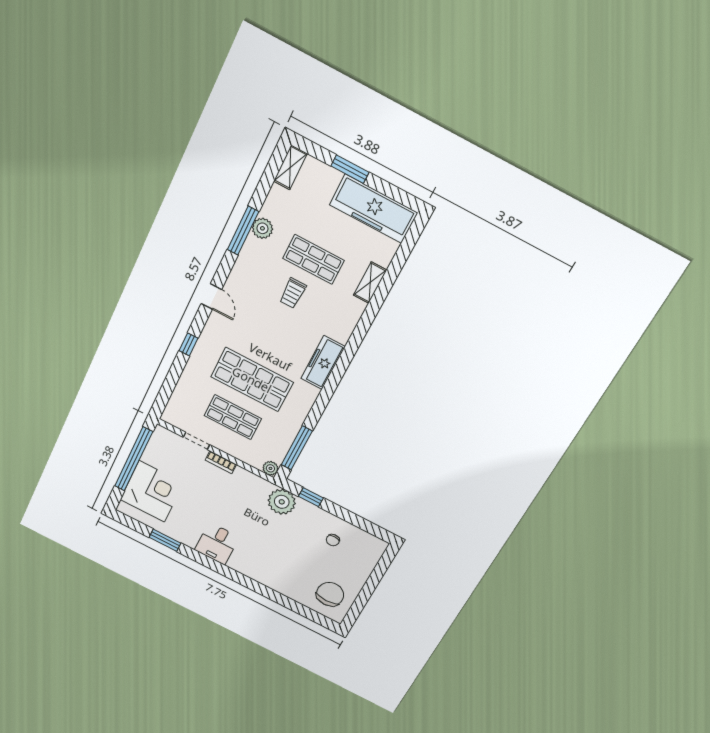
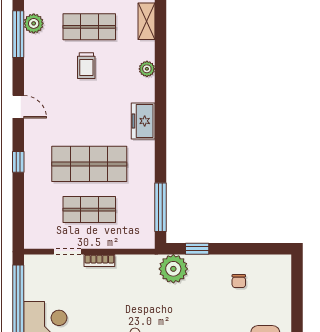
freezer: (323, 363) -> (143, 121), width x0.71
plant: (270, 468) -> (147, 69), moved

